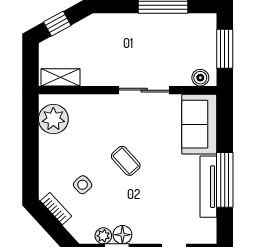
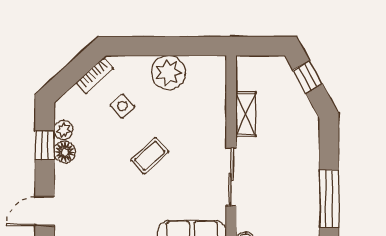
shelving: (61, 77) -> (246, 114), moved
plant: (53, 119) -> (168, 72), moved

